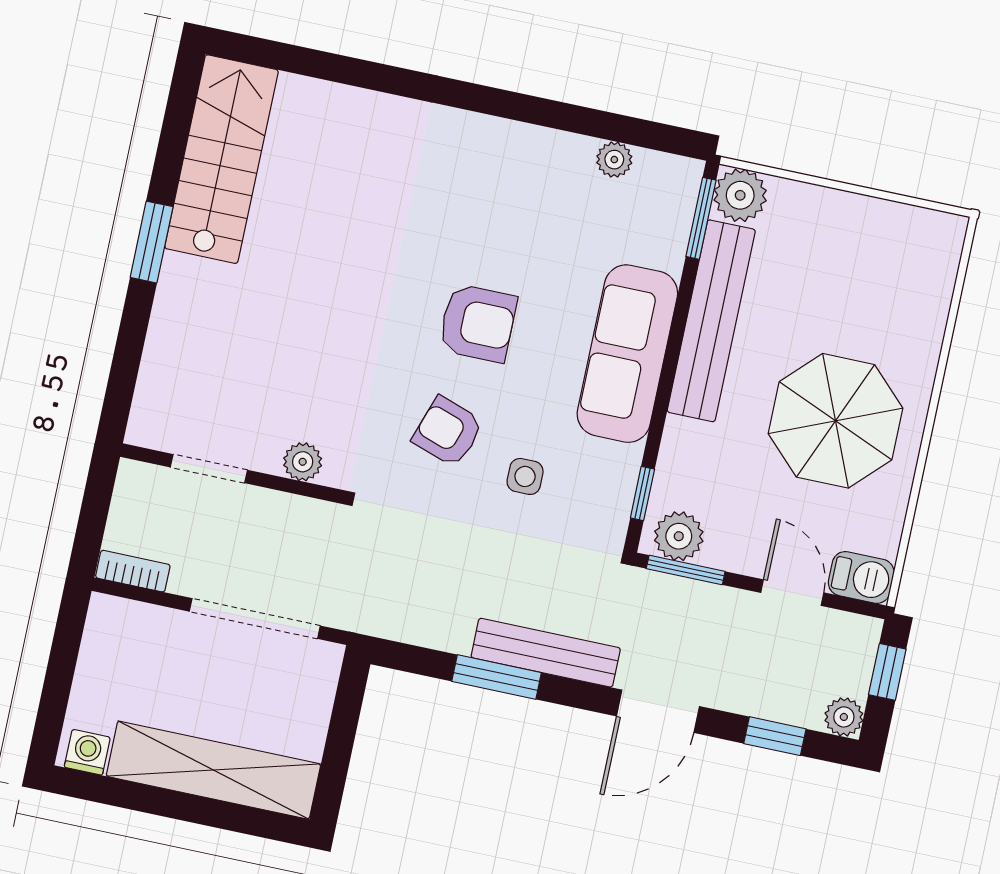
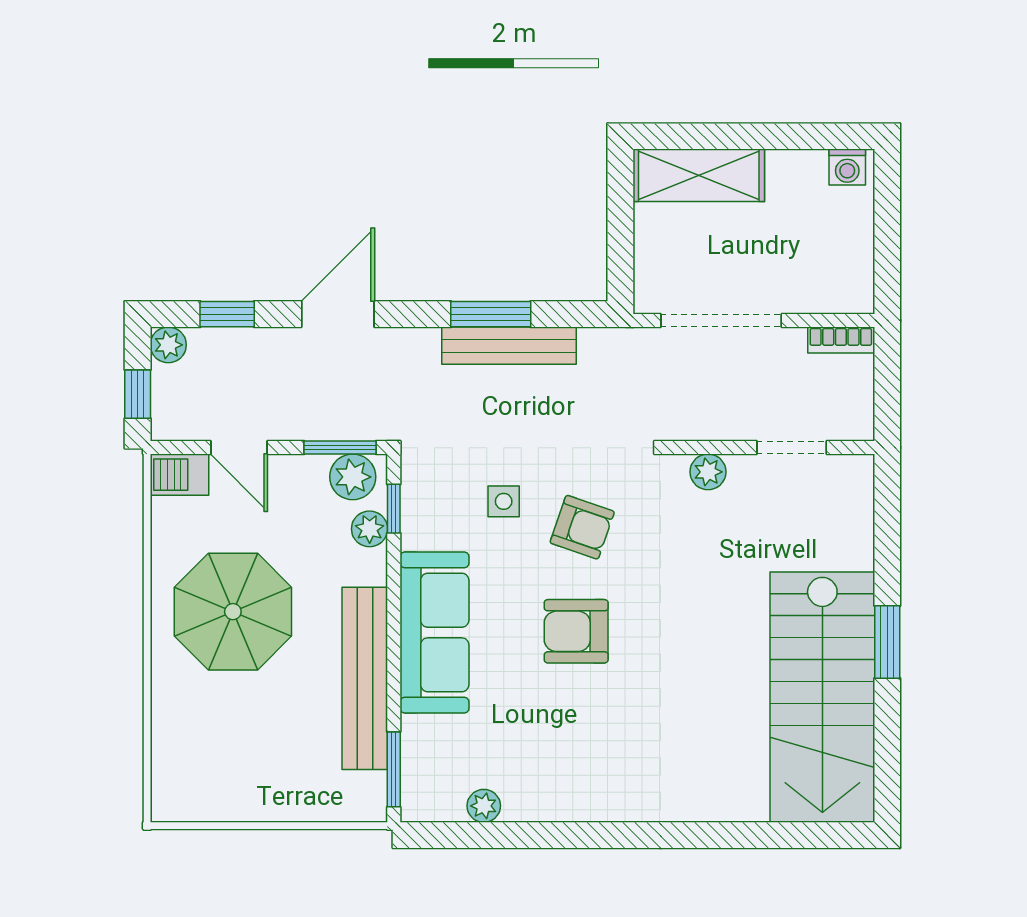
stairs: (221, 159) -> (822, 697), width x1.36, depth x1.51
plant: (740, 195) -> (370, 529), moved, width x0.73, depth x0.73
bench: (546, 653) -> (509, 346), moved
shelving: (213, 770) -> (699, 175), width x0.68

